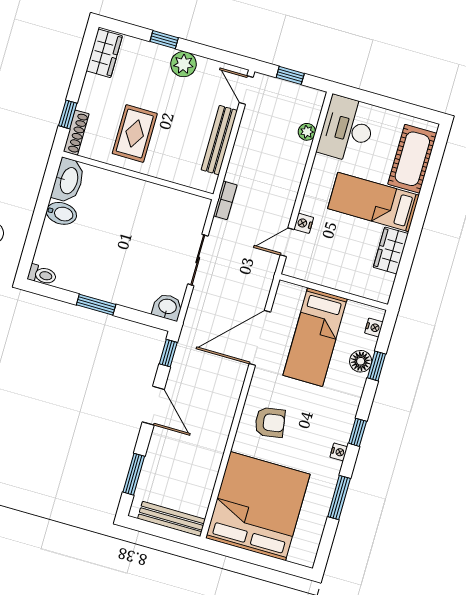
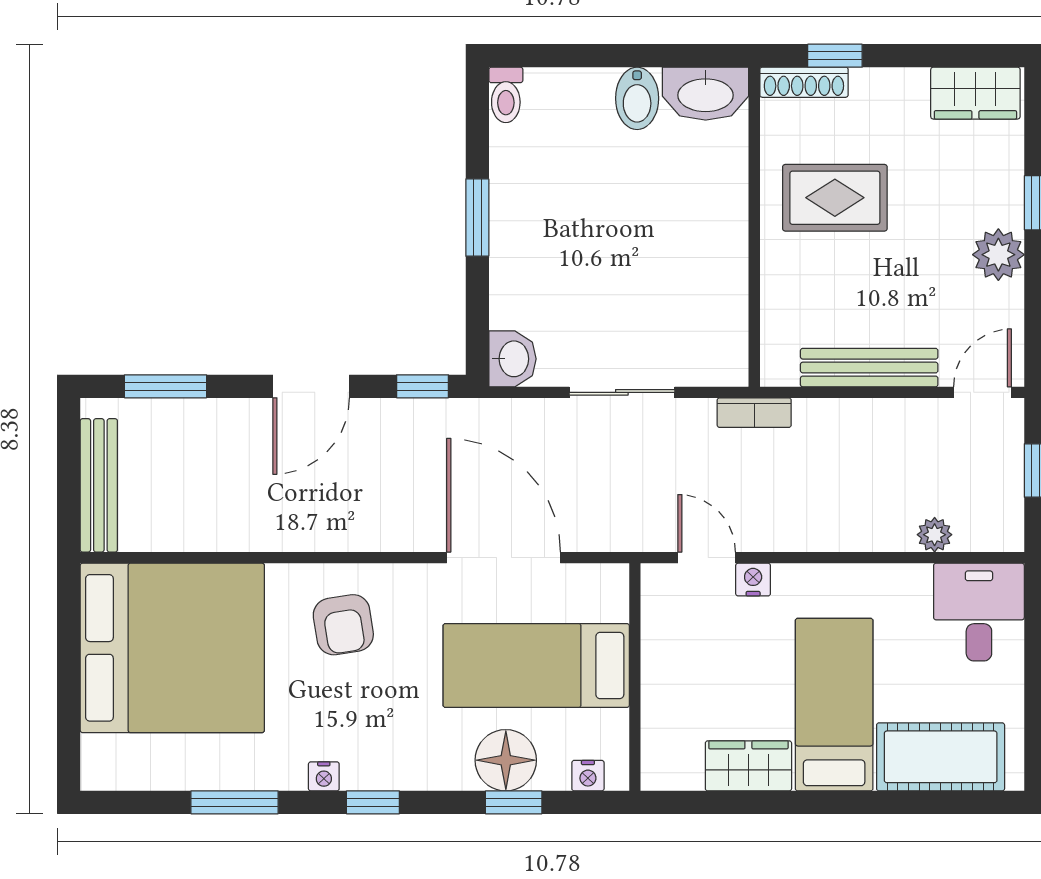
desk: (347, 129) -> (979, 612), width x0.73
floor lamp: (361, 361) -> (506, 760), width x1.38, depth x1.38

